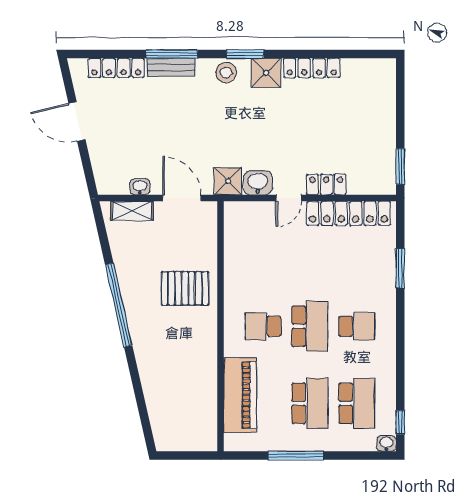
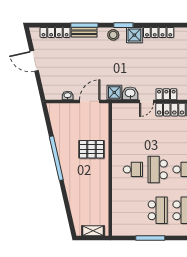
door: (182, 198) -> (90, 101), hinge flipped
shelving: (132, 211) -> (93, 231), moved
school desk: (263, 326) -> (133, 169), turned 180
school desk: (310, 326) -> (158, 169), turned 180
piano: (240, 395) -> (121, 206), removed

